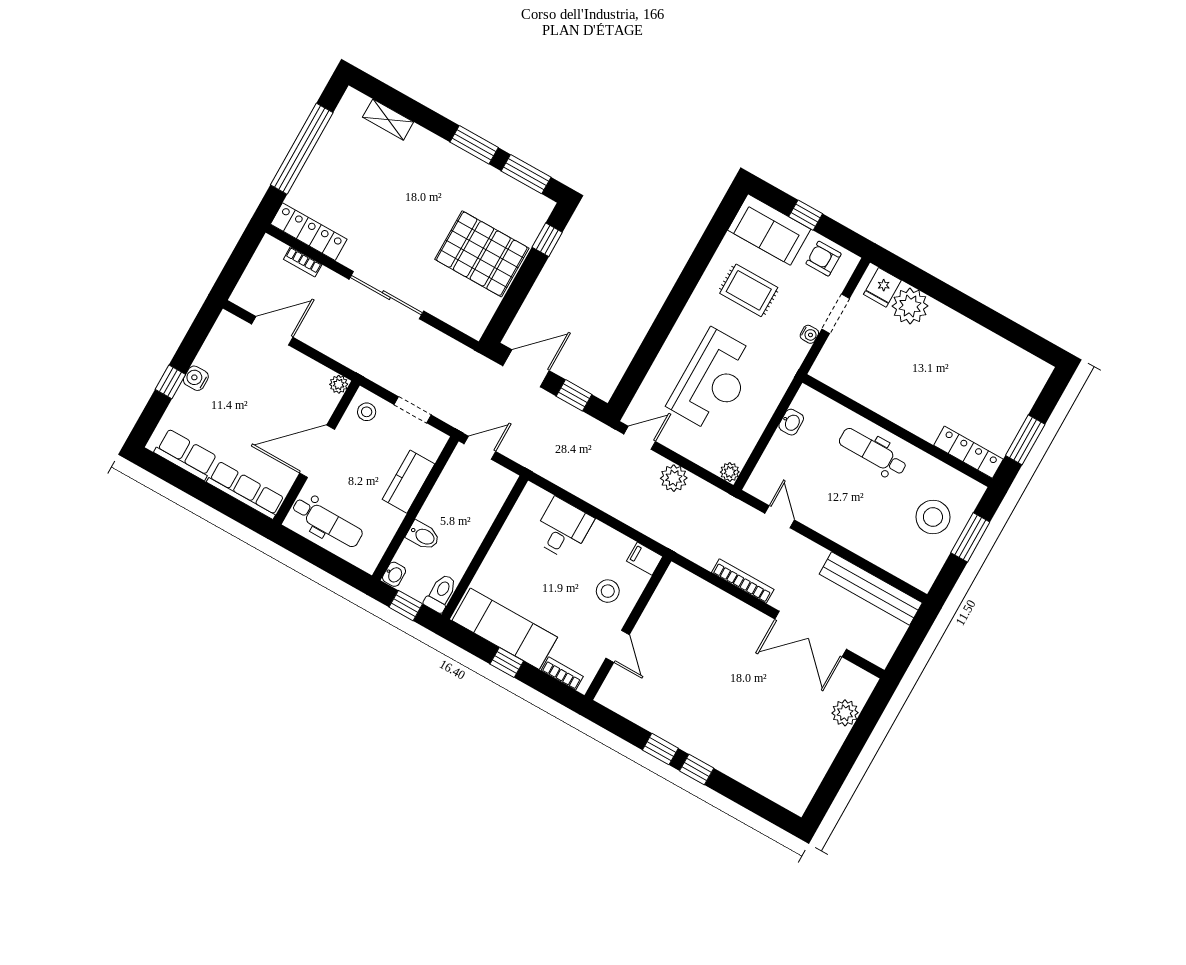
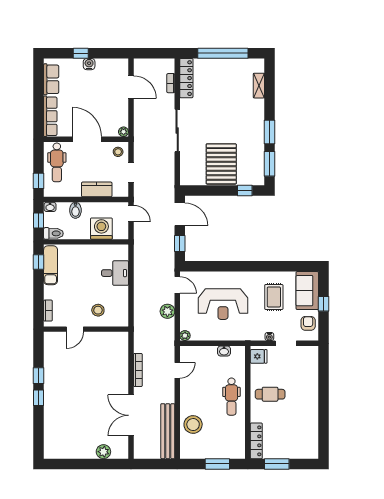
fridge: (882, 287) -> (259, 356), moved, turned 180
plant: (910, 306) -> (309, 376), removed
cafe table: (905, 386) -> (270, 394), added
dental chair: (873, 452) -> (231, 397), turned 180
washing machine: (477, 510) -> (101, 229), added
stool: (933, 517) -> (193, 425), moved
filing cabinet: (645, 559) -> (123, 319), removed
window: (341, 569) -> (39, 181), added
exam couch: (505, 629) -> (51, 265), width x0.73, depth x0.69
window: (507, 663) -> (39, 262), moved

